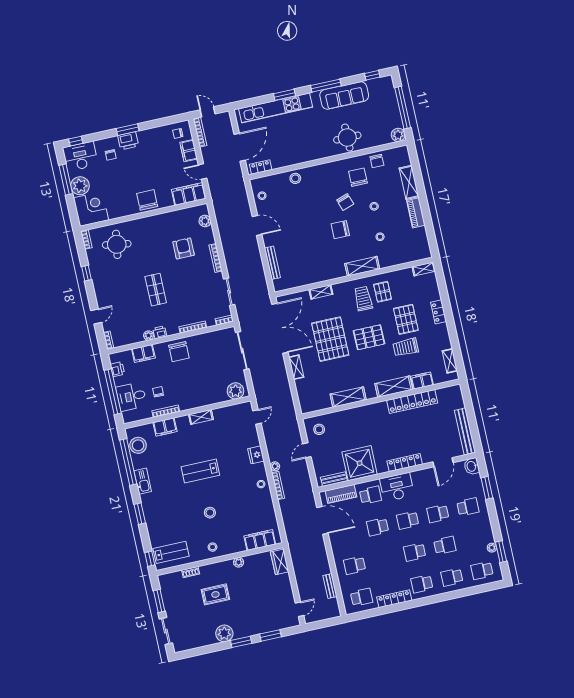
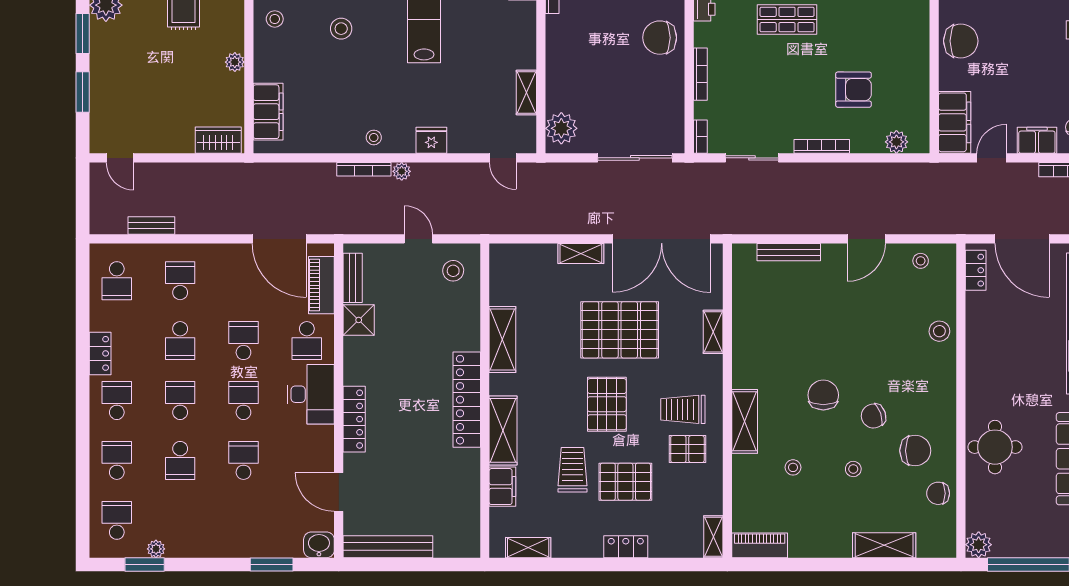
piano: (416, 213) -> (760, 545), moved
trolley: (363, 299) -> (683, 409), turned 180
locker: (412, 402) -> (467, 400), moved
shelving: (201, 417) -> (526, 92), moved
shower: (360, 463) -> (359, 320), width x0.54, depth x0.54
school desk: (468, 507) -> (180, 341), moved
door: (322, 520) -> (279, 239), hinge flipped
locker: (394, 599) -> (100, 353), width x0.66

